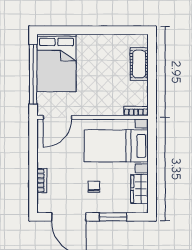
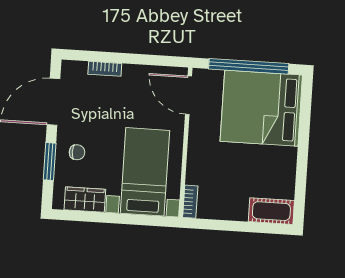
bed: (56, 63) -> (261, 108), width x1.36
cot: (139, 64) -> (271, 211), moved
chair: (94, 187) -> (77, 152), moved

